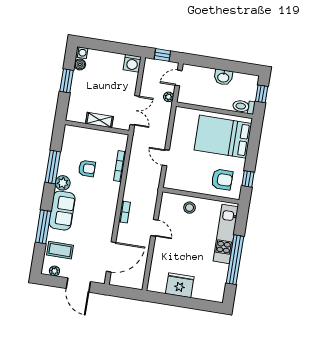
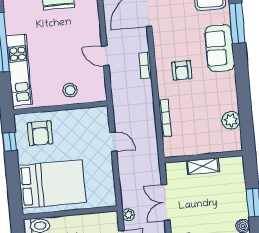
double door: (135, 110) -> (166, 203), moved
window: (53, 167) -> (244, 97), removed
armchair: (87, 168) -> (182, 70), moved, turned -90
armchair: (222, 180) -> (40, 133), turned -90
plant: (63, 183) -> (231, 120), moved

